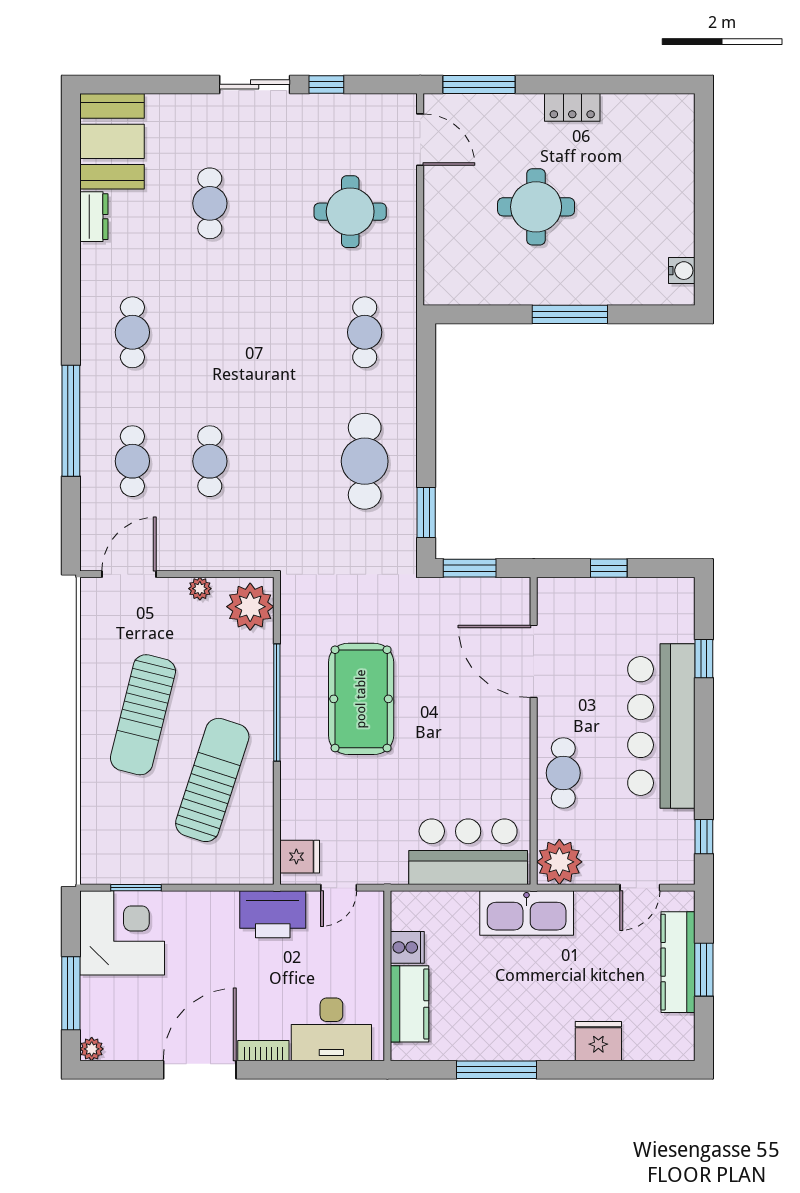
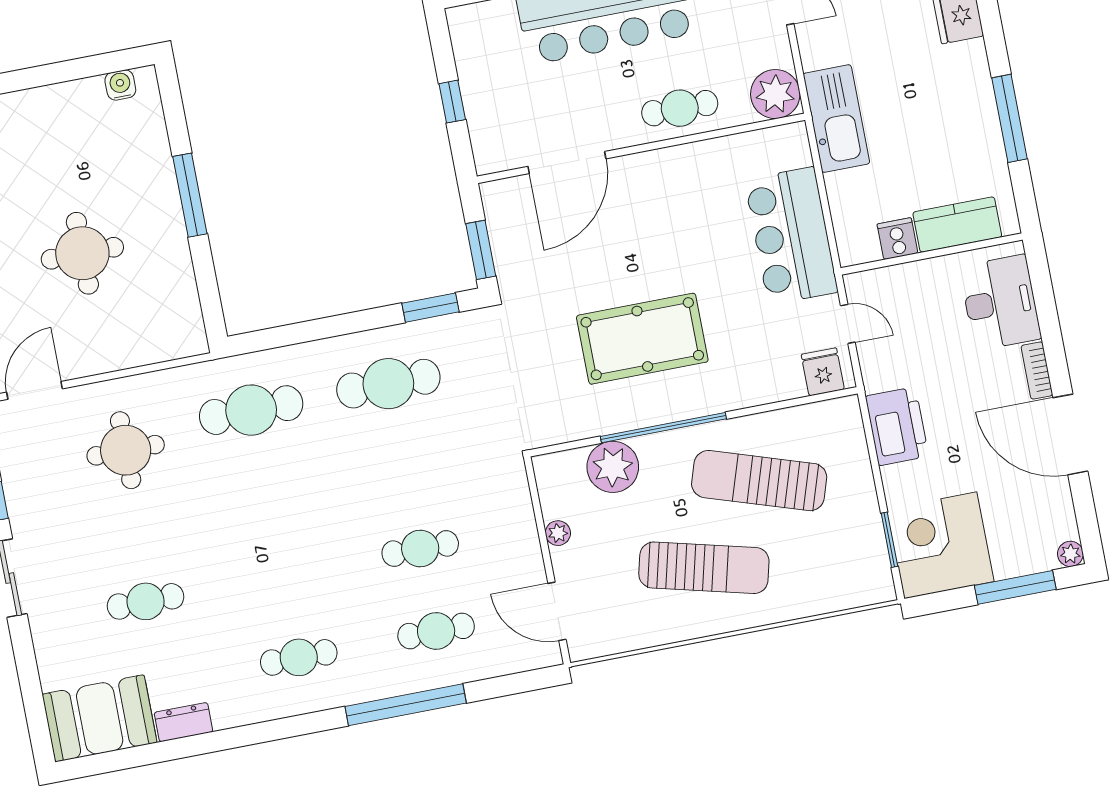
cafe table: (365, 332) -> (251, 410), width x1.37, depth x1.35
plant: (250, 607) -> (613, 467), moved
bar counter: (468, 852) -> (791, 236), moved
printer: (273, 914) -> (897, 426), moved

